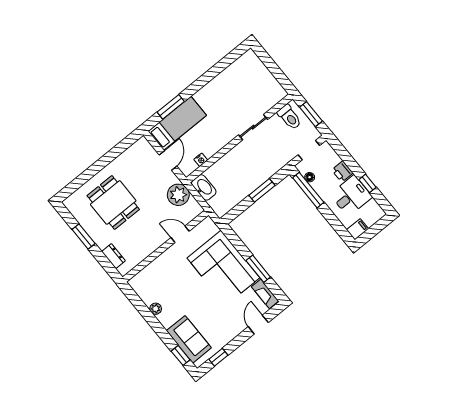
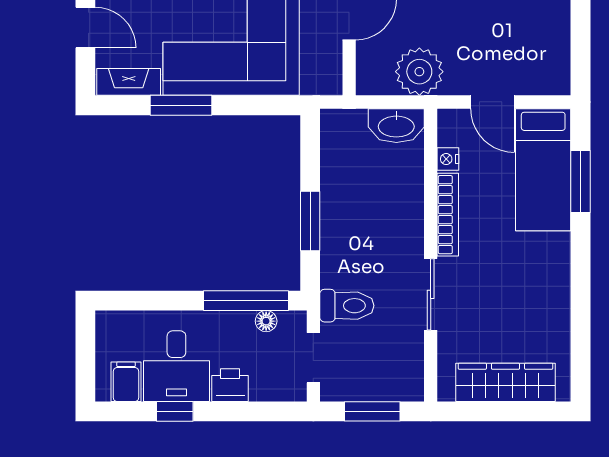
wardrobe: (263, 76) -> (505, 382), added
toilet: (289, 117) -> (347, 306), moved, turned 180
bookcase: (220, 144) -> (448, 215), added
filing cabinet: (357, 229) -> (126, 382), moved, turned 180

